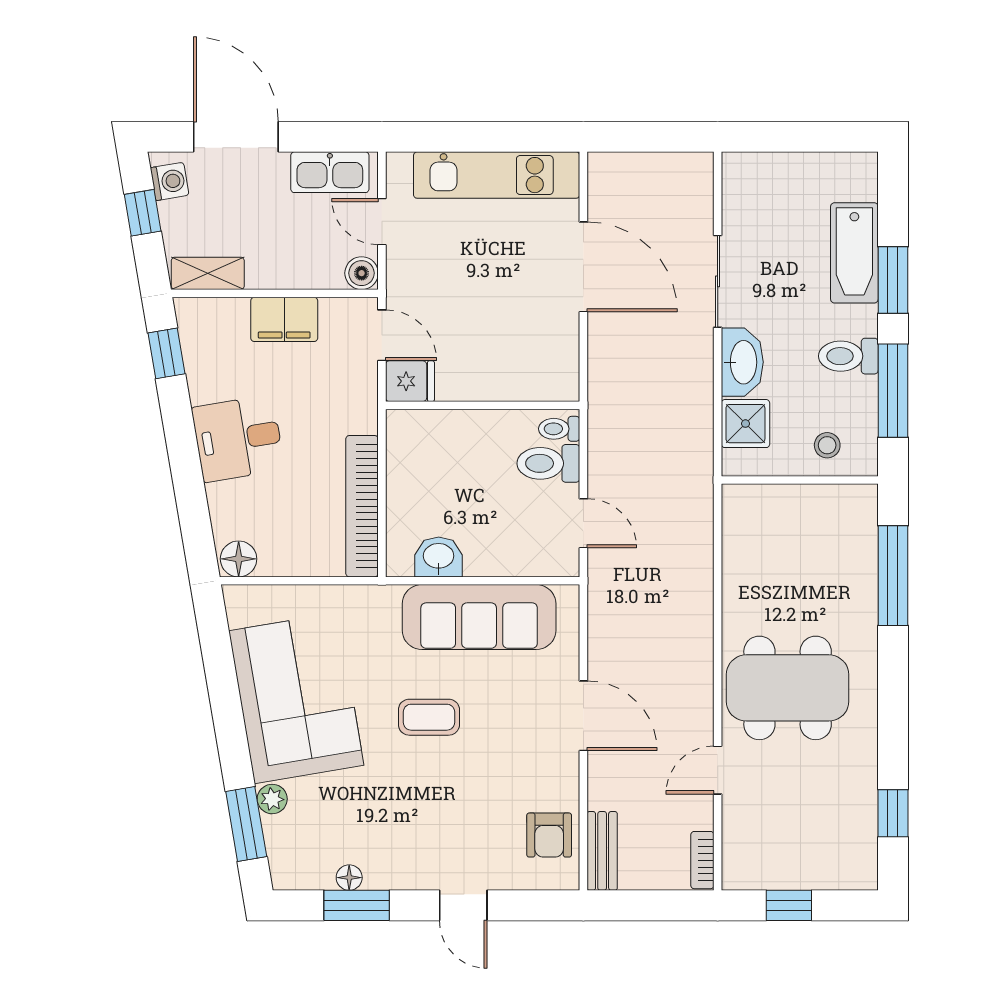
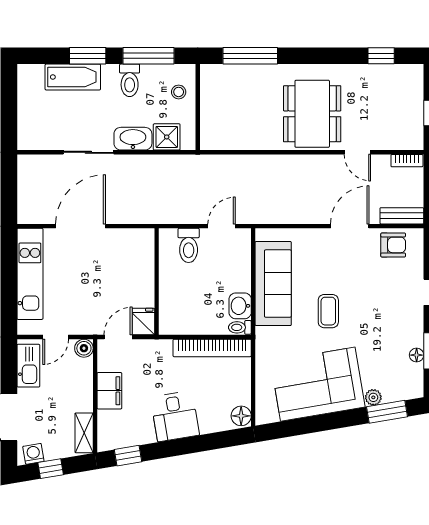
toilet: (559, 429) -> (240, 327), moved, turned 90
door: (583, 716) -> (350, 226), moved

